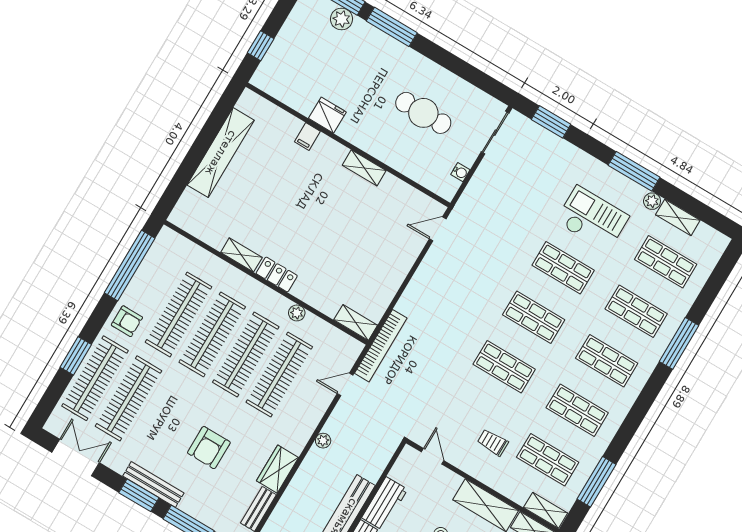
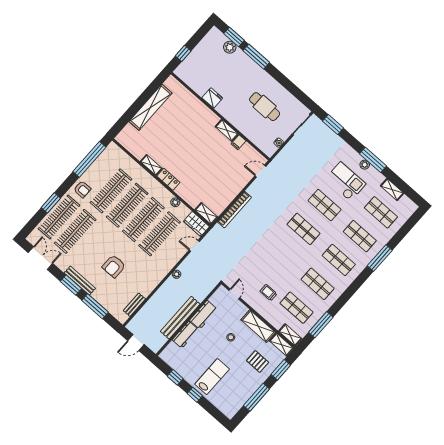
filing cabinet: (307, 137) -> (239, 142), moved
plant: (652, 201) -> (365, 165), moved
bookcase: (381, 346) -> (234, 210), moved
shop shelf: (504, 367) -> (282, 253), removed
wardrobe: (278, 469) -> (196, 224), moved, turned -90

